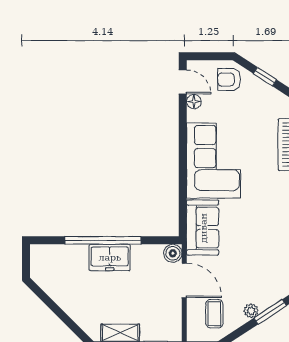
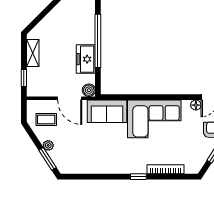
freezer: (110, 257) -> (86, 59), moved
door: (184, 280) -> (70, 98), hinge flipped

